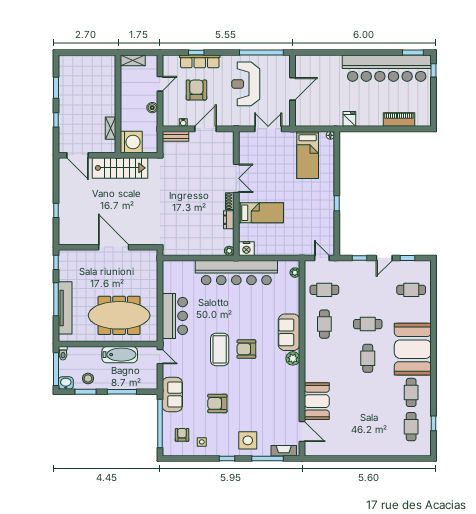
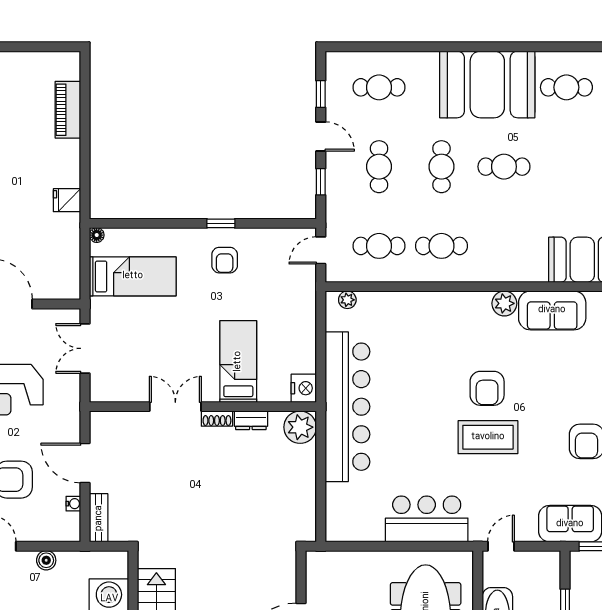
armchair: (317, 205) -> (225, 260), added
plant: (229, 251) -> (300, 427), width x1.88, depth x1.88
cafe table: (324, 290) -> (379, 246), turned 90
cafe table: (368, 290) -> (379, 167), added
cafe table: (411, 290) -> (379, 87), turned 90
sofa: (289, 332) -> (552, 310), moved

